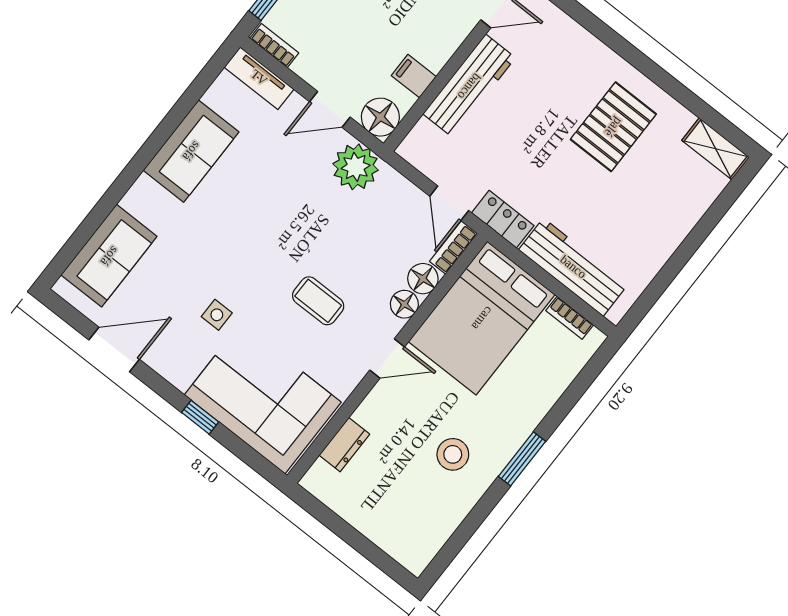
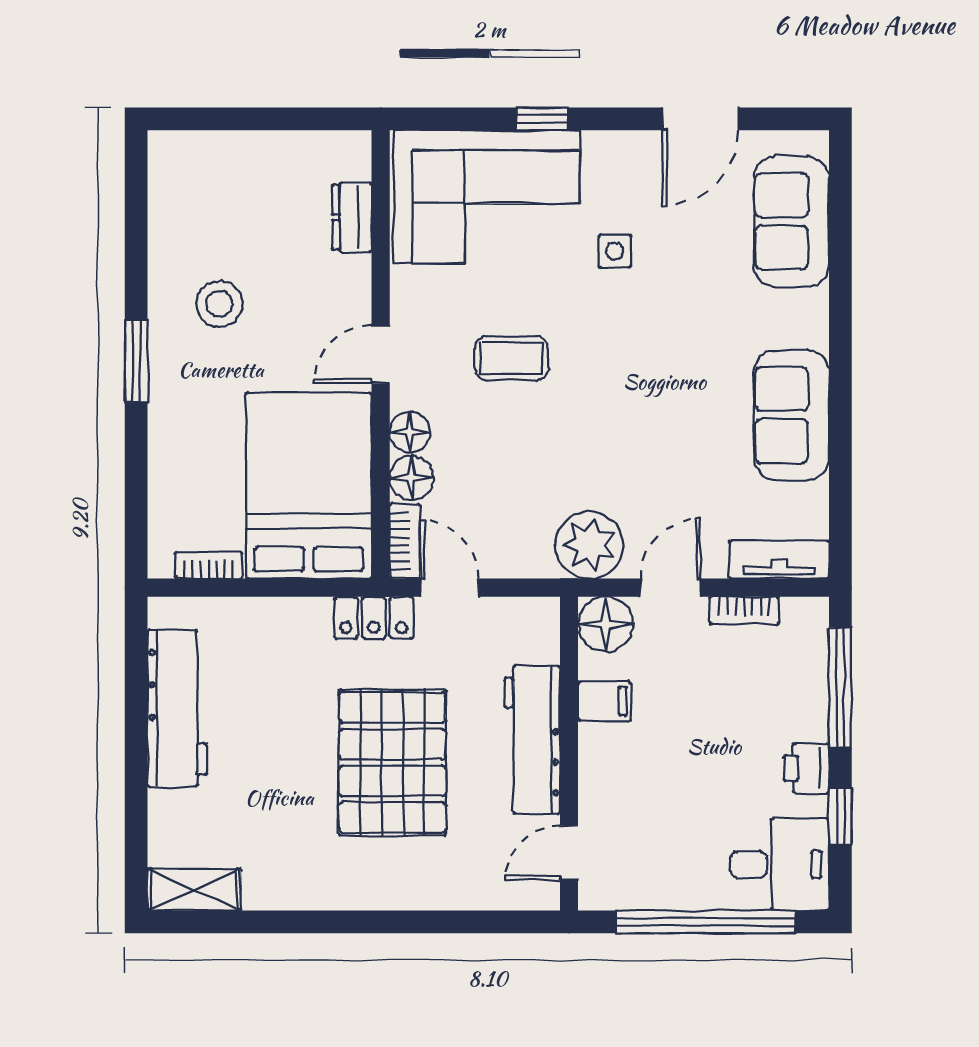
bookcase: (274, 46) -> (744, 611), moved
pallet: (613, 127) -> (392, 763), moved, width x1.37, depth x1.41
workbench: (573, 267) -> (177, 708), moved, turned -90

